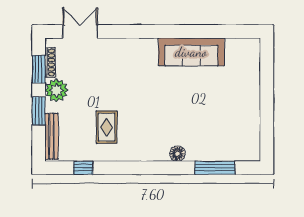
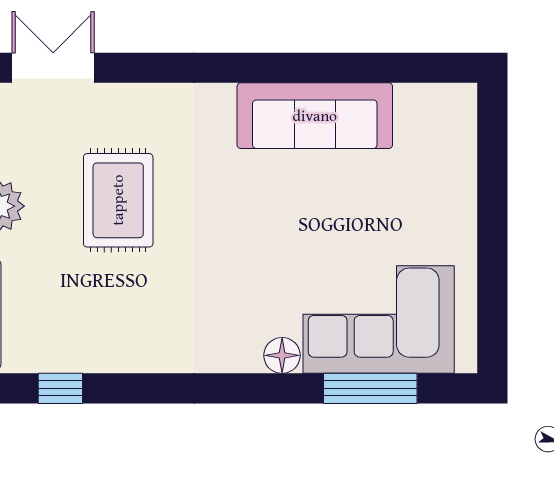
rug: (107, 127) -> (118, 200), moved, width x1.36, depth x1.43
corner sofa: (218, 138) -> (379, 320), added

